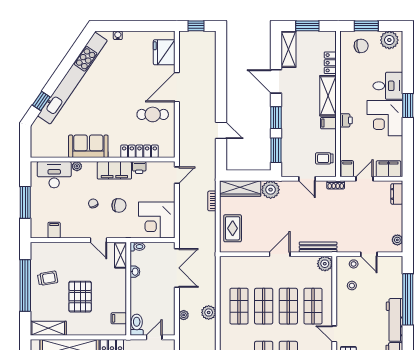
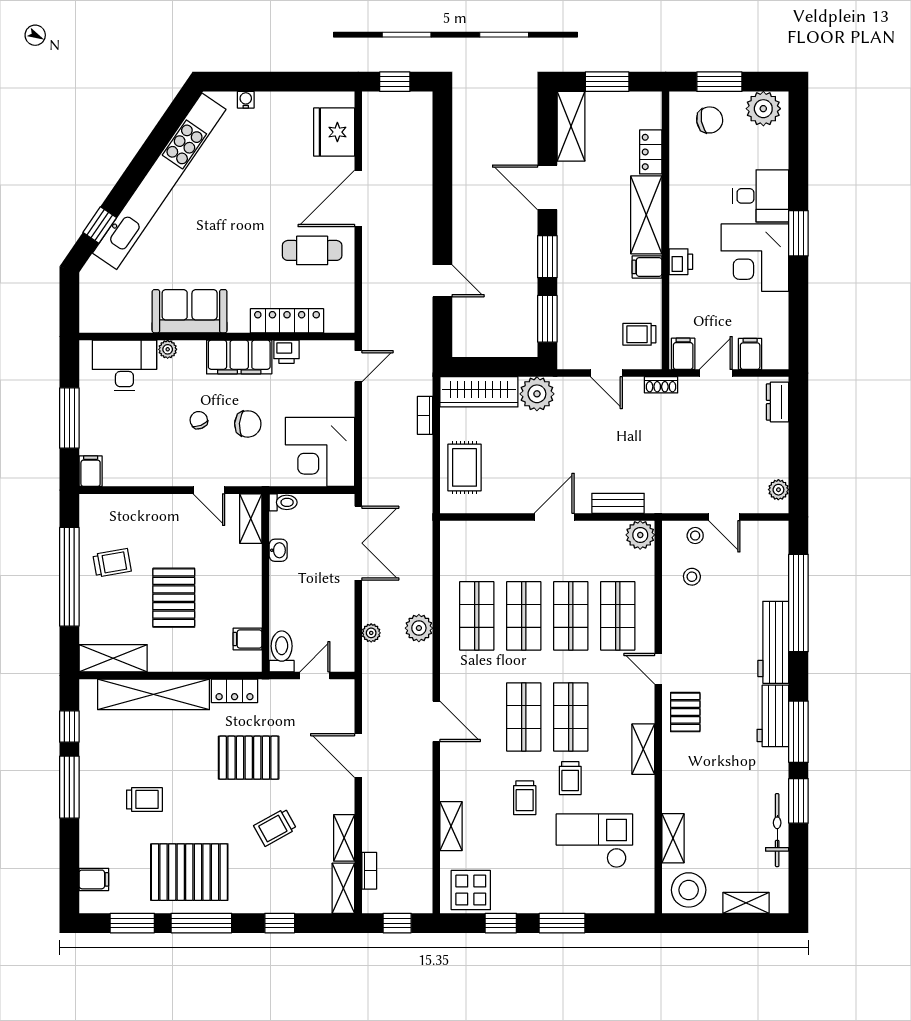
filing cabinet: (388, 169) -> (750, 354), width x0.50
filing cabinet: (54, 230) -> (91, 471), moved
bench: (318, 247) -> (618, 503), width x0.73

